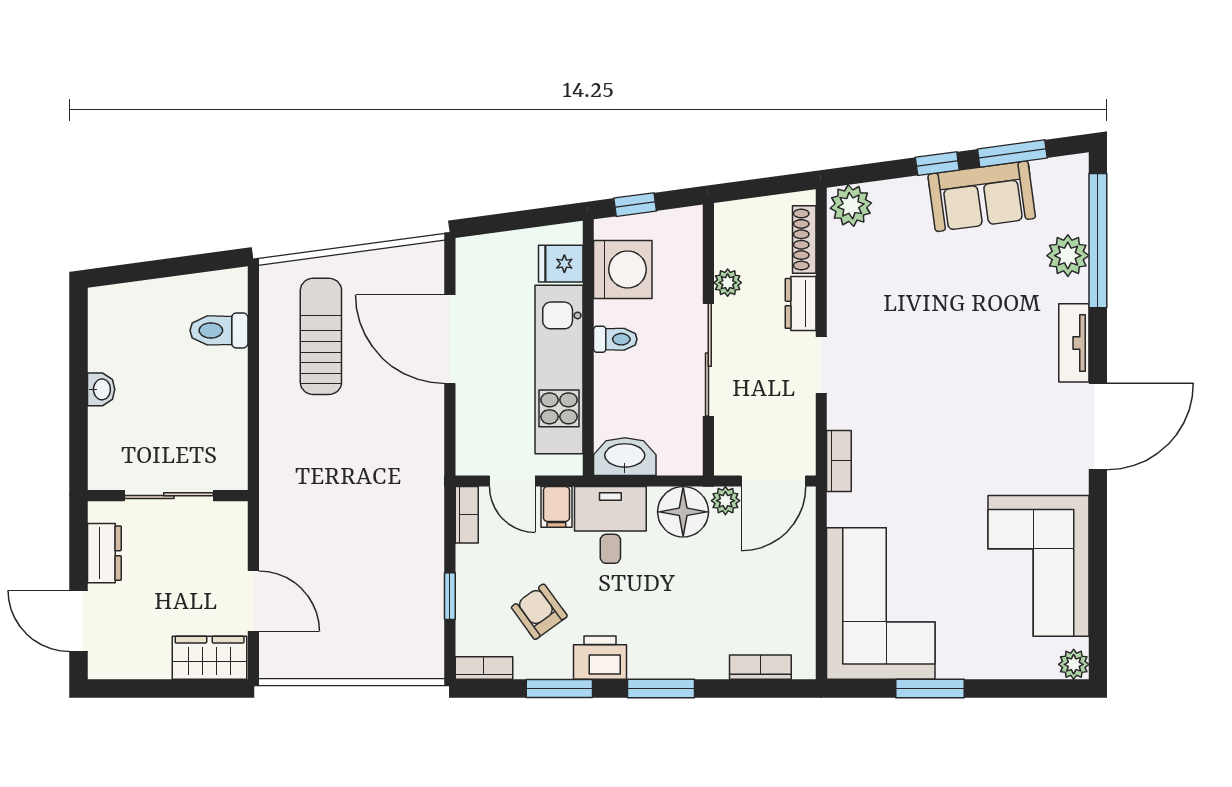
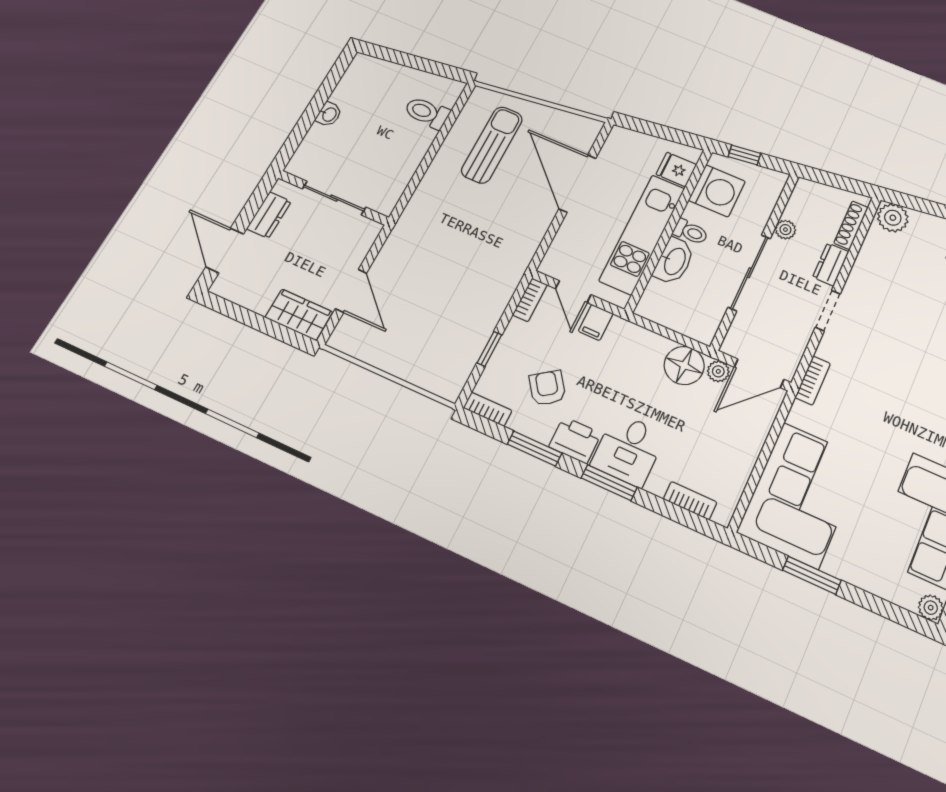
washbasin: (625, 457) -> (674, 261), moved, turned 90
desk: (610, 525) -> (628, 450), moved, turned 180

